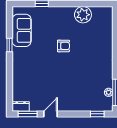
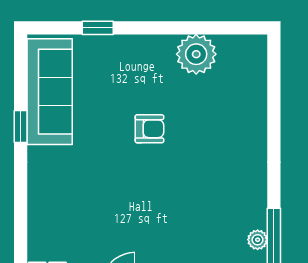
sofa: (22, 30) -> (50, 92), width x1.36

